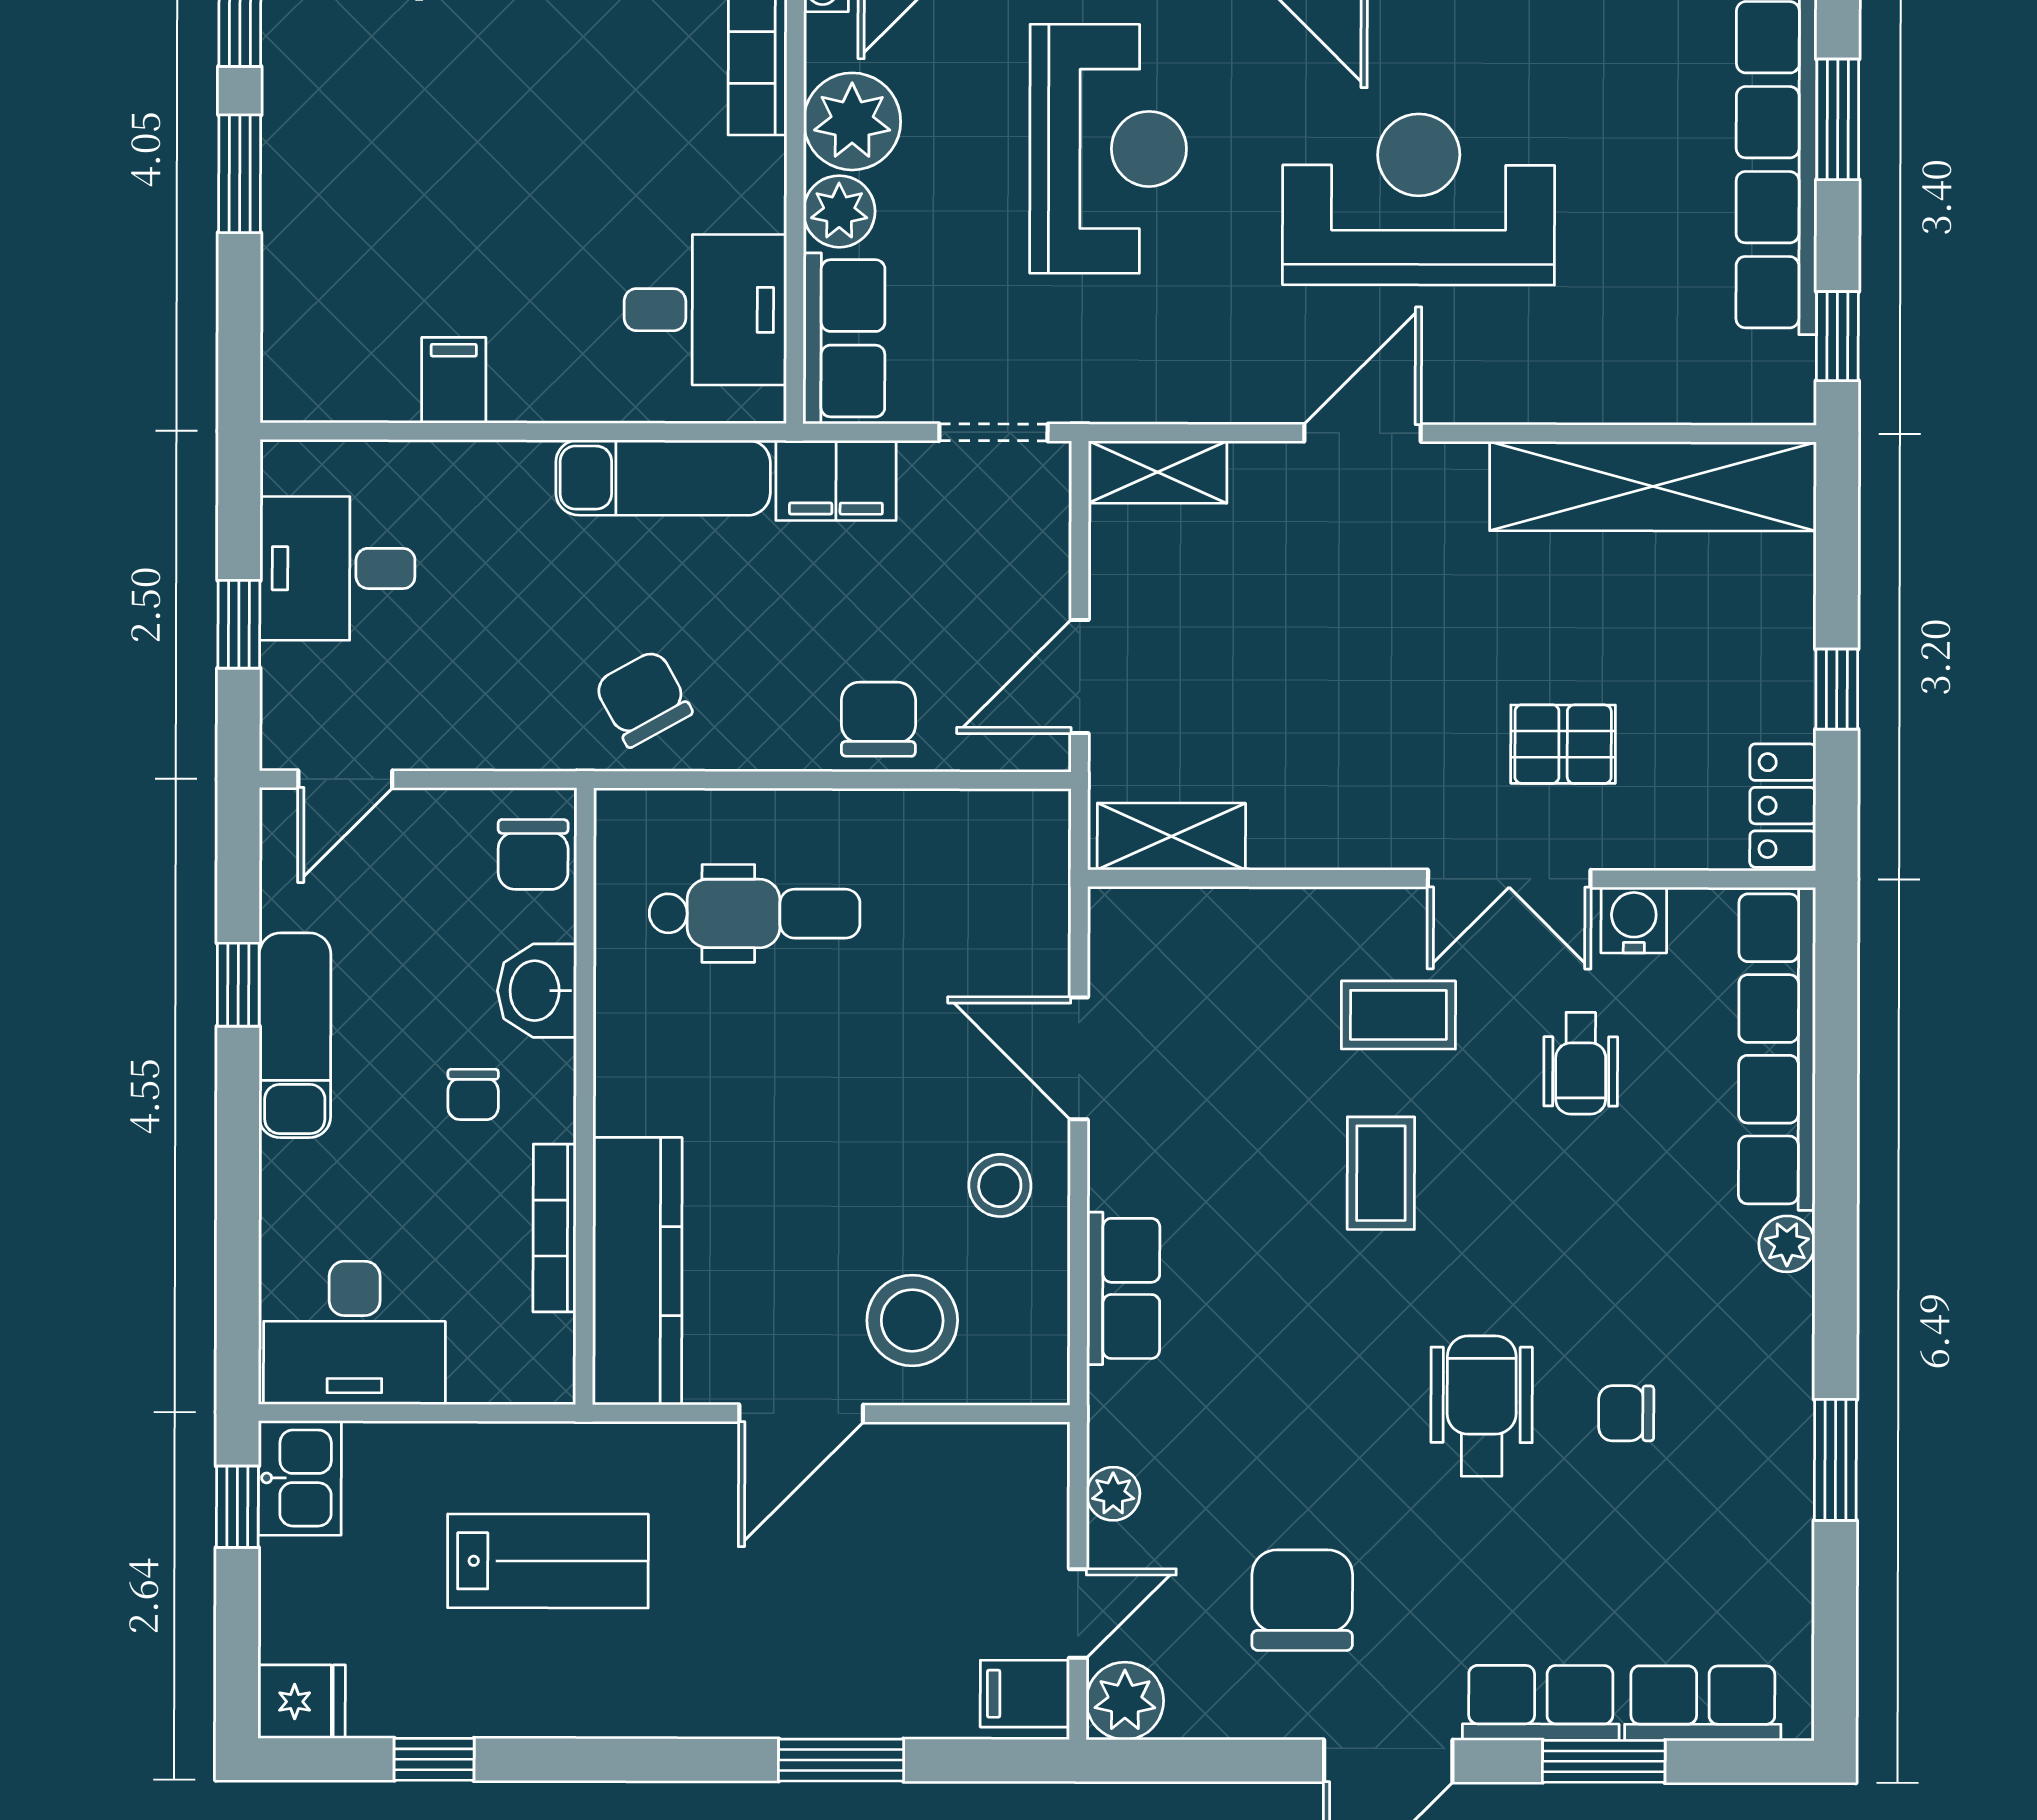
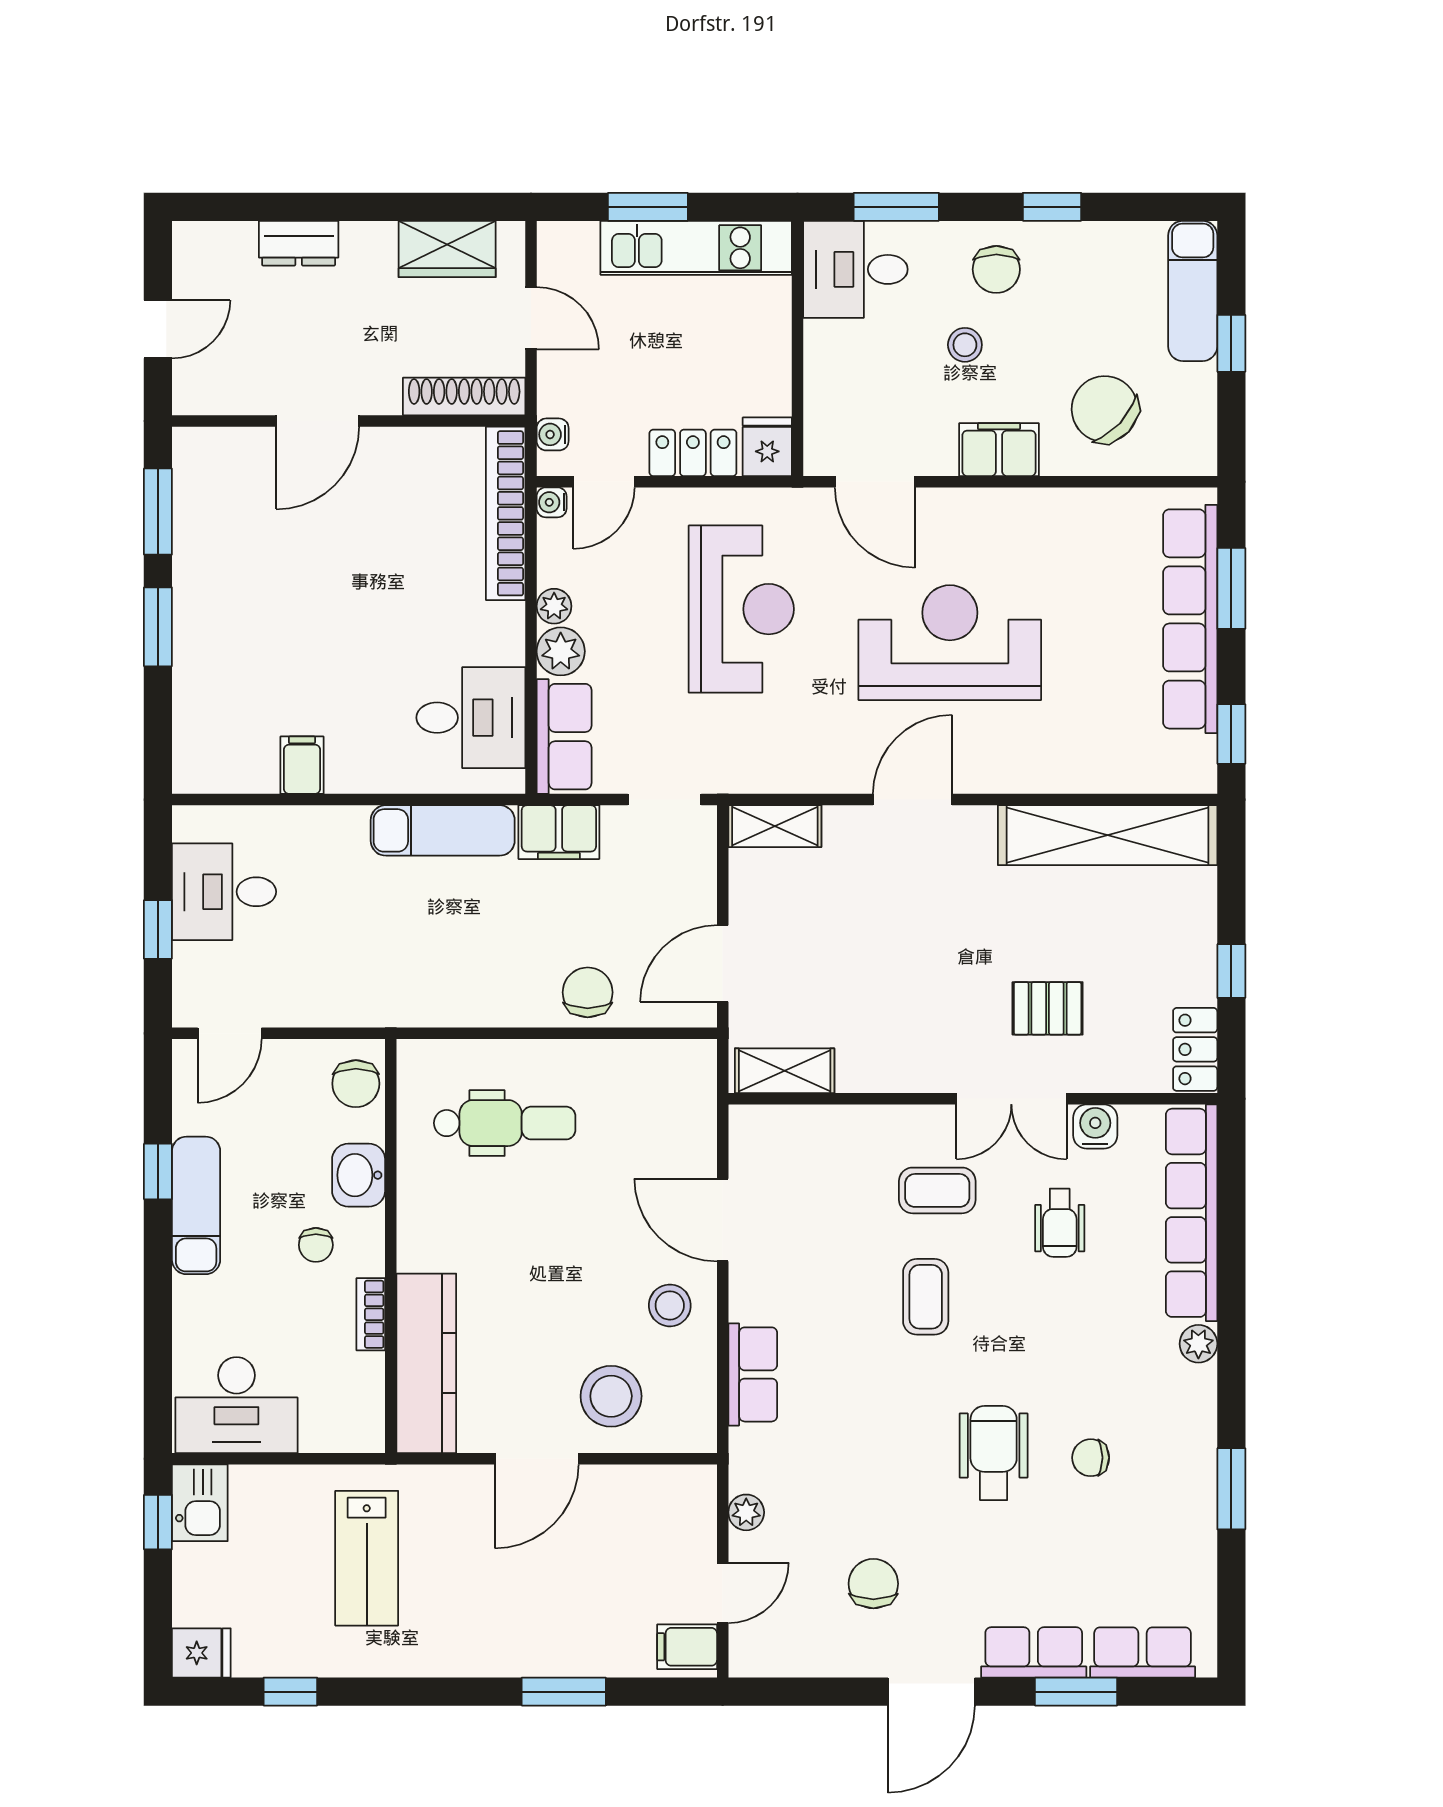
plant: (852, 121) -> (554, 606), width x0.53, depth x0.53
chair: (643, 698) -> (430, 979), removed
bookcase: (555, 1228) -> (371, 1314), width x0.64
lab bench: (548, 1561) -> (367, 1558), turned 90
chair: (1302, 1600) -> (873, 1584), width x0.73, depth x0.73
plant: (1125, 1701) -> (754, 1651), removed

